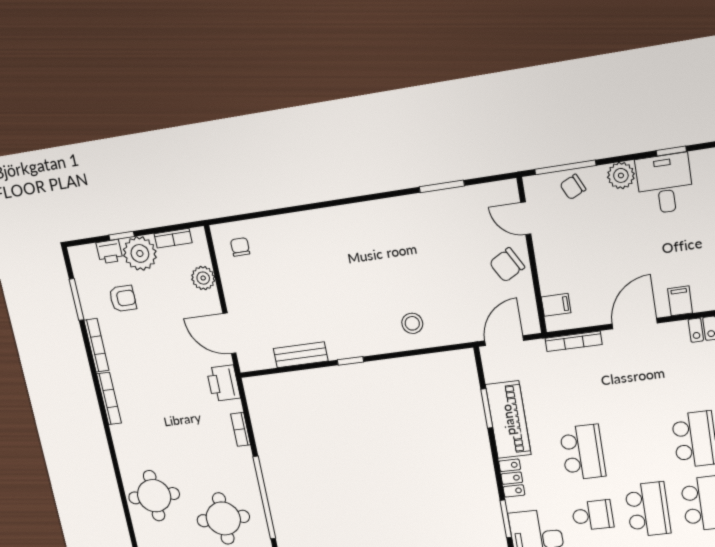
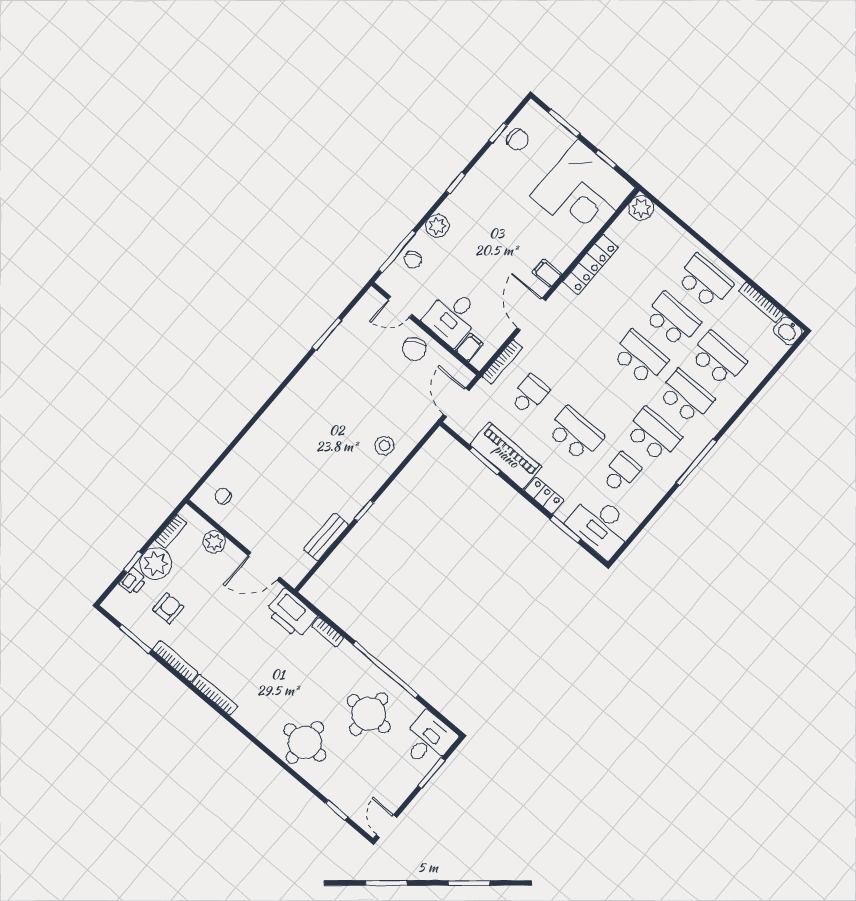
desk: (665, 184) -> (452, 317), moved, turned -90
printer: (223, 383) -> (291, 614), width x1.37, depth x1.19
school desk: (572, 388) -> (529, 394), added

